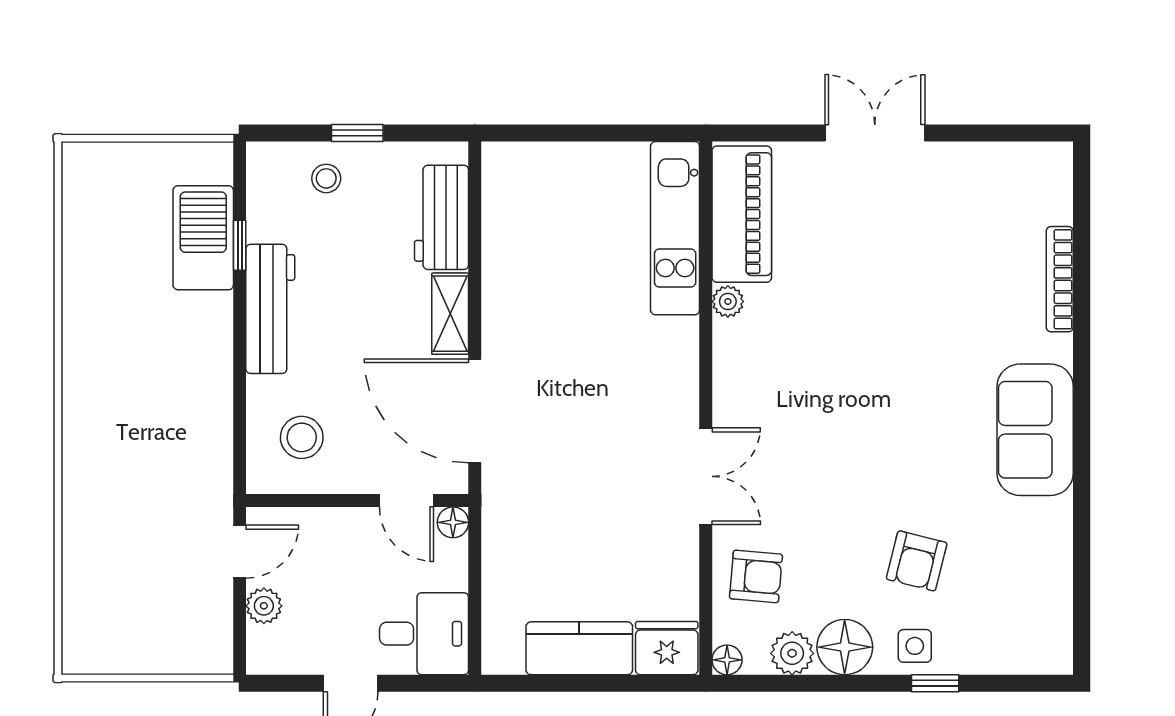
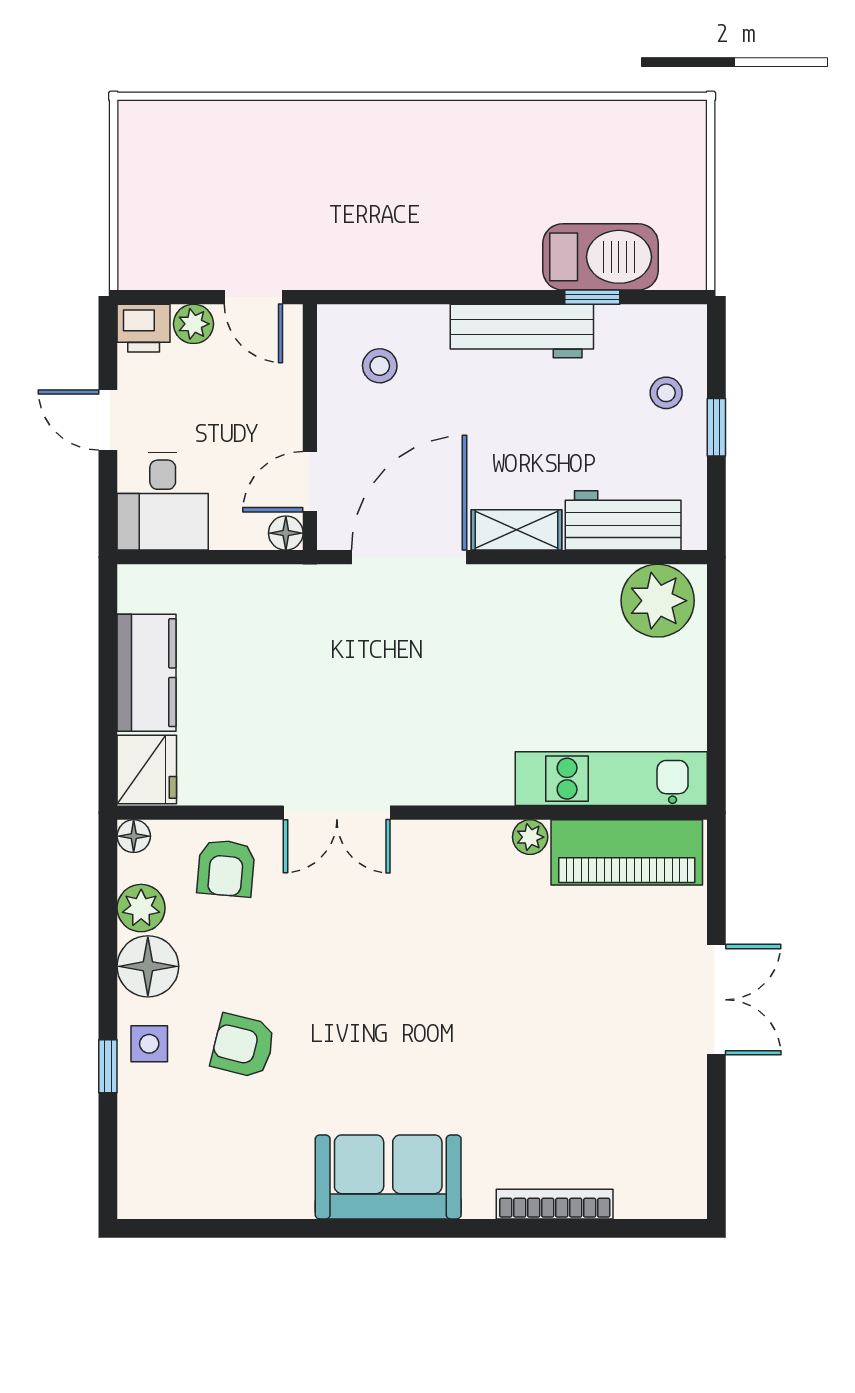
plant: (514, 186) -> (658, 601), added
stool: (302, 437) -> (380, 366), width x0.73, depth x0.73
printer: (268, 651) -> (144, 328), added

